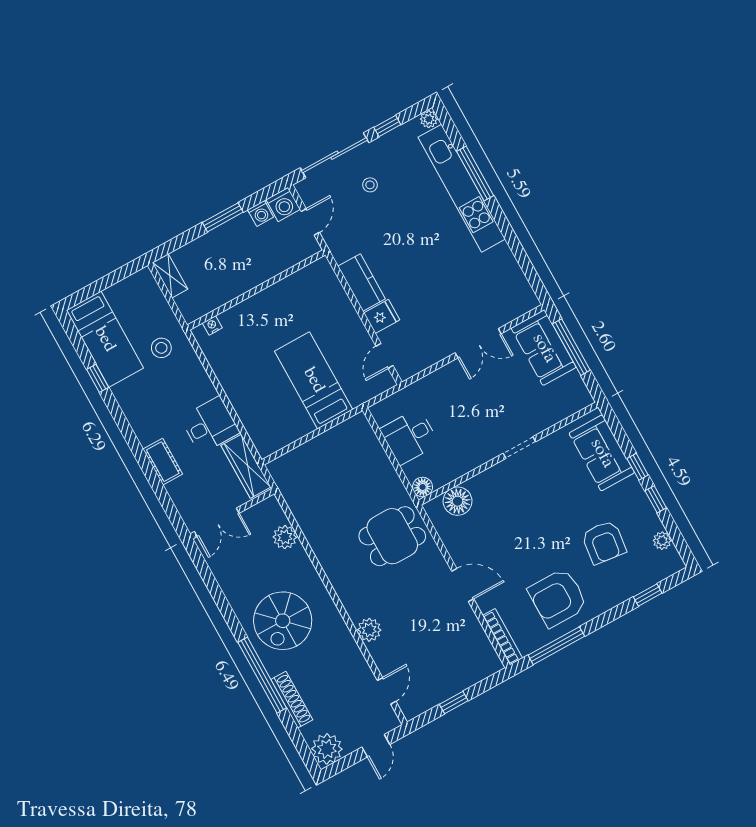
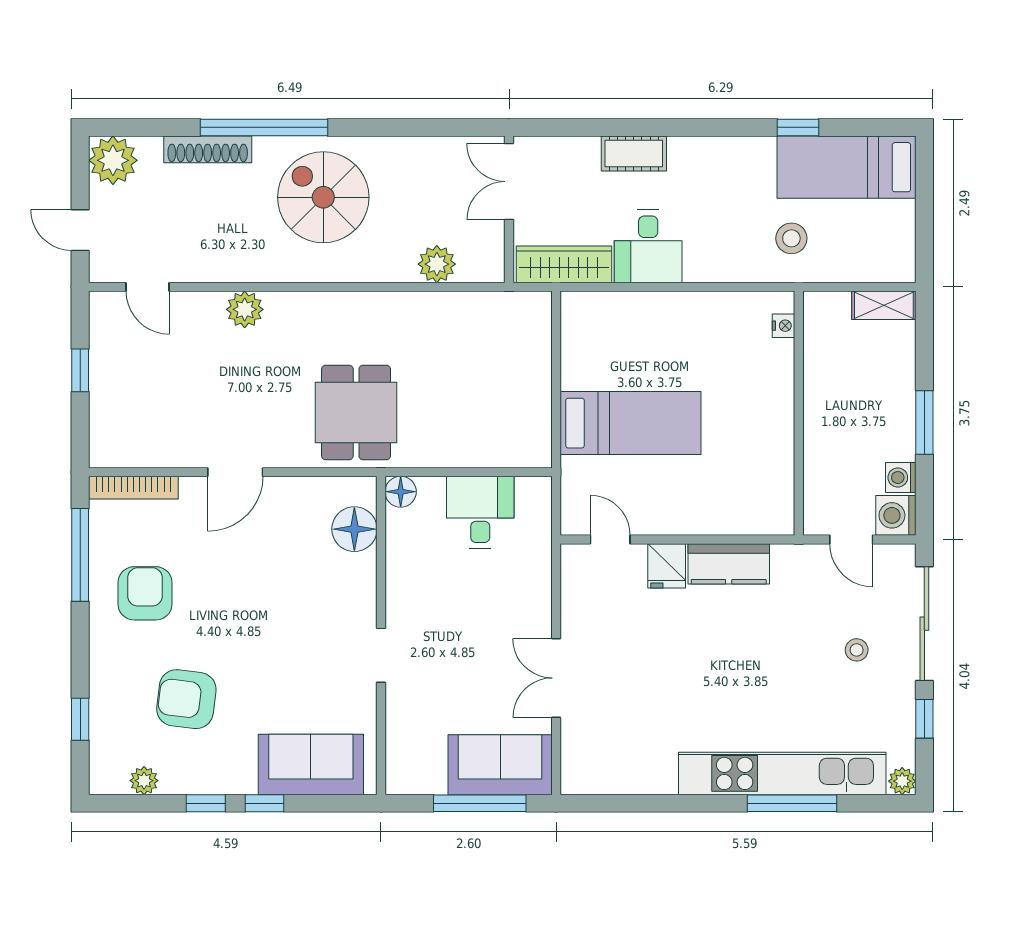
armchair: (558, 598) -> (145, 593), width x0.73, depth x0.73

